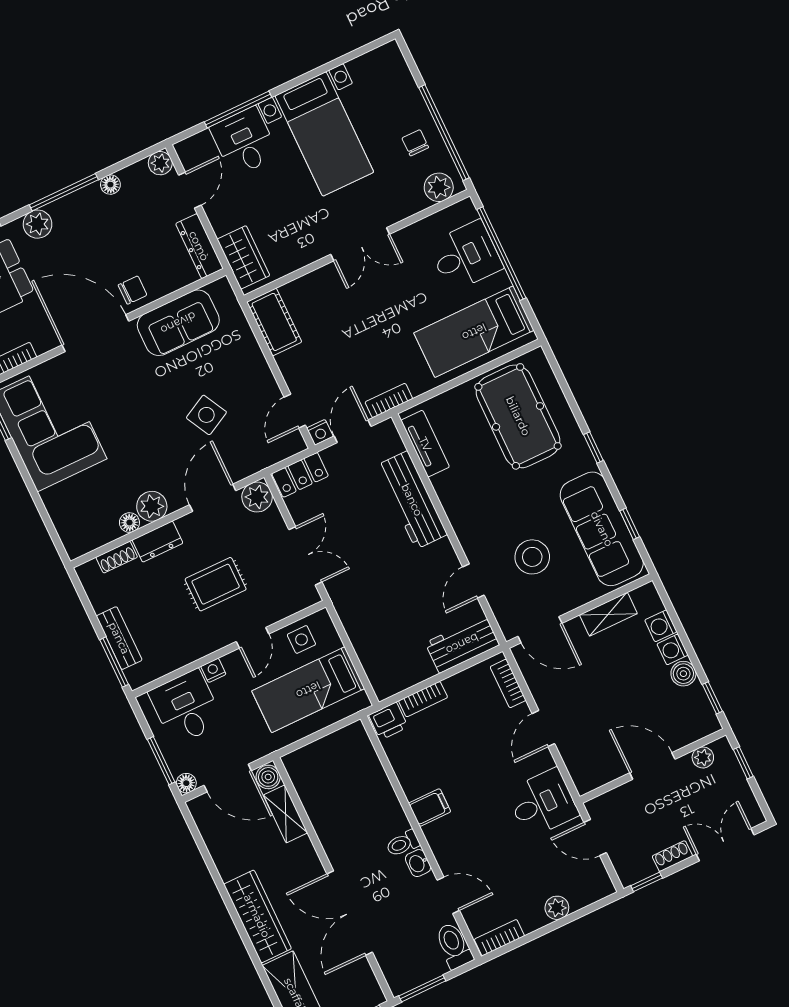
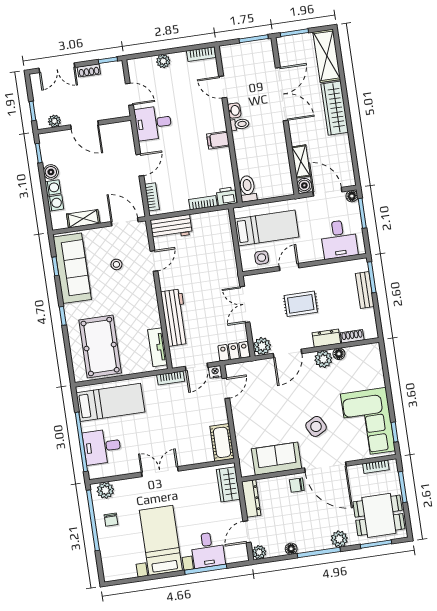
side table: (206, 415) -> (316, 426), moved
stool: (532, 557) -> (116, 264), width x0.53, depth x0.53
nightstand: (213, 670) -> (317, 255), removed
toilet: (454, 946) -> (248, 189), moved, turned 180

